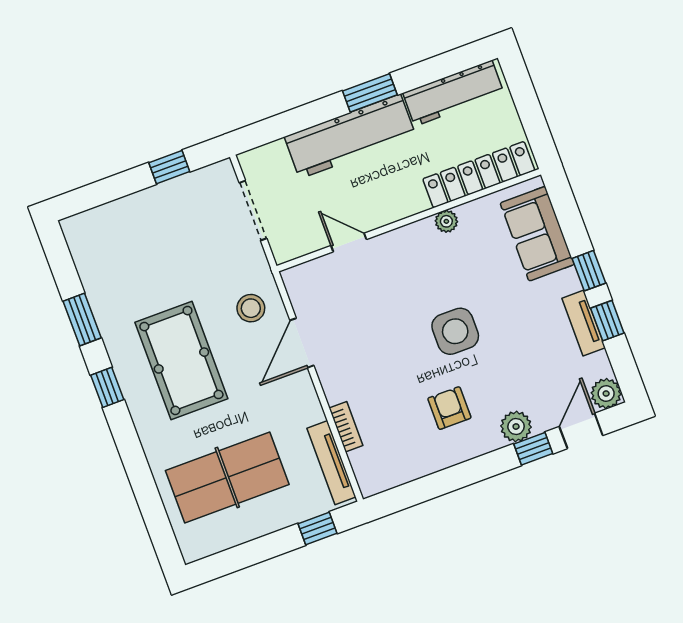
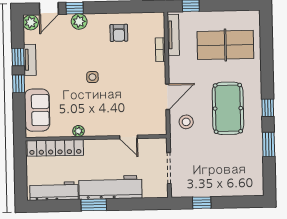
side table: (455, 331) -> (92, 77), width x0.54, depth x0.54
armchair: (449, 408) -> (119, 33), moved

